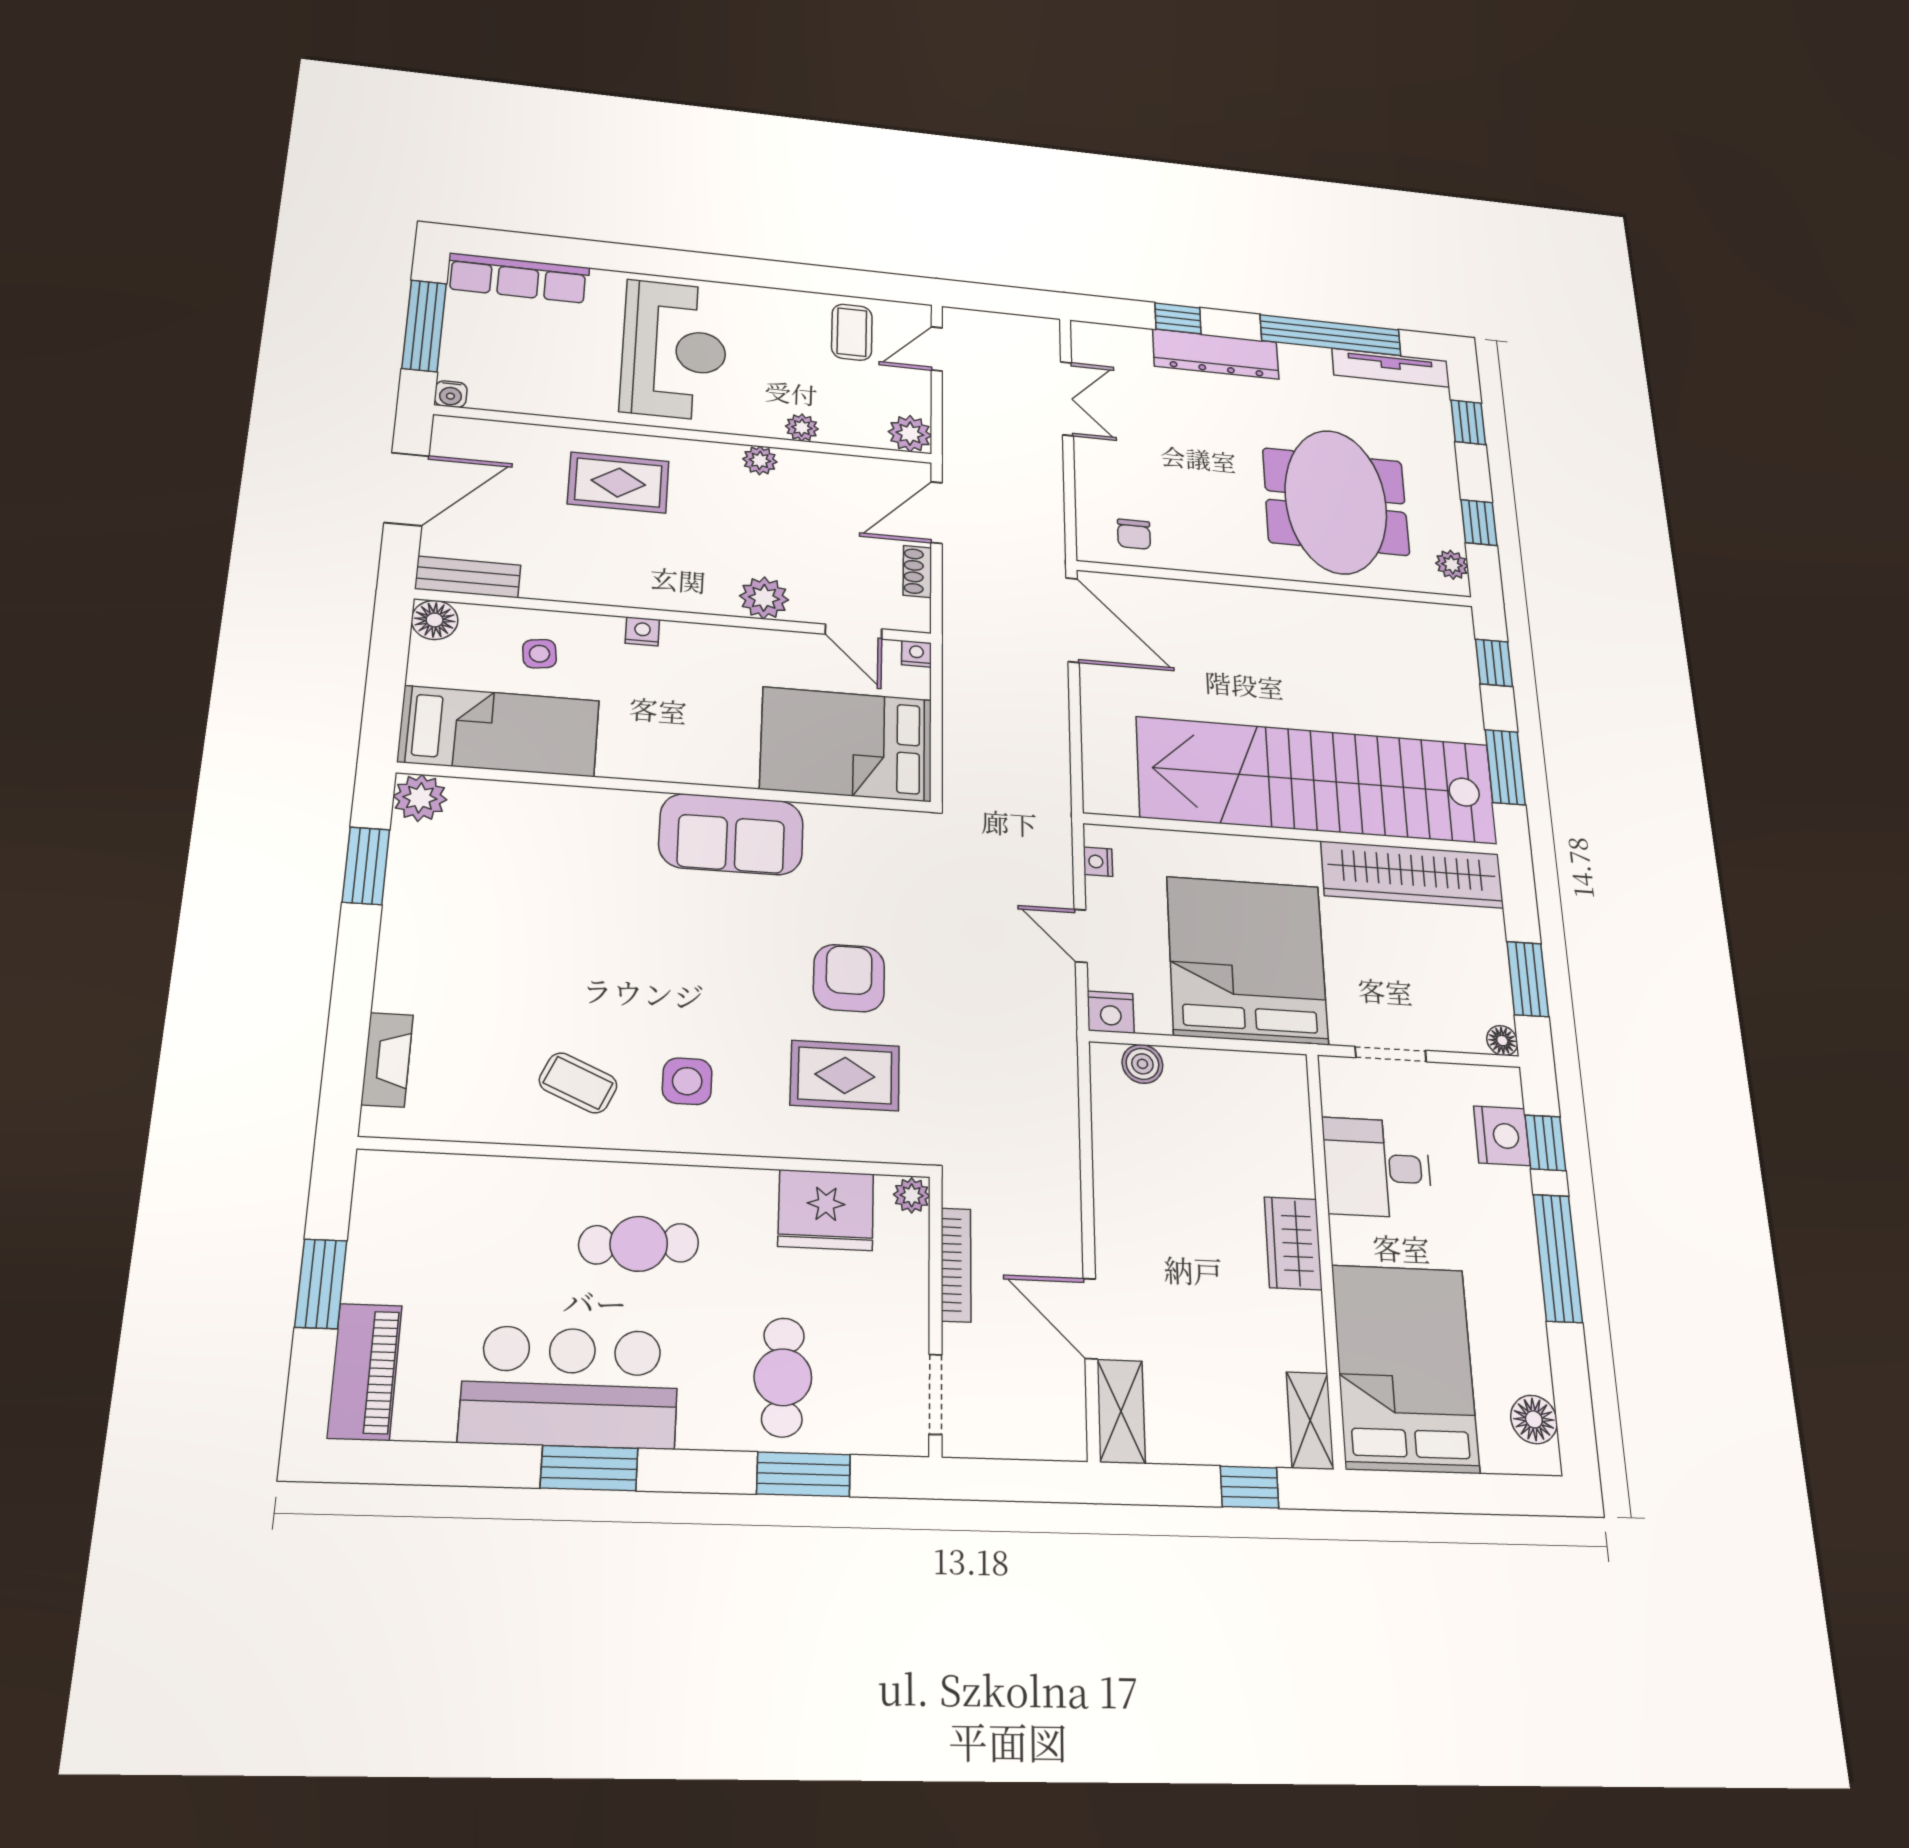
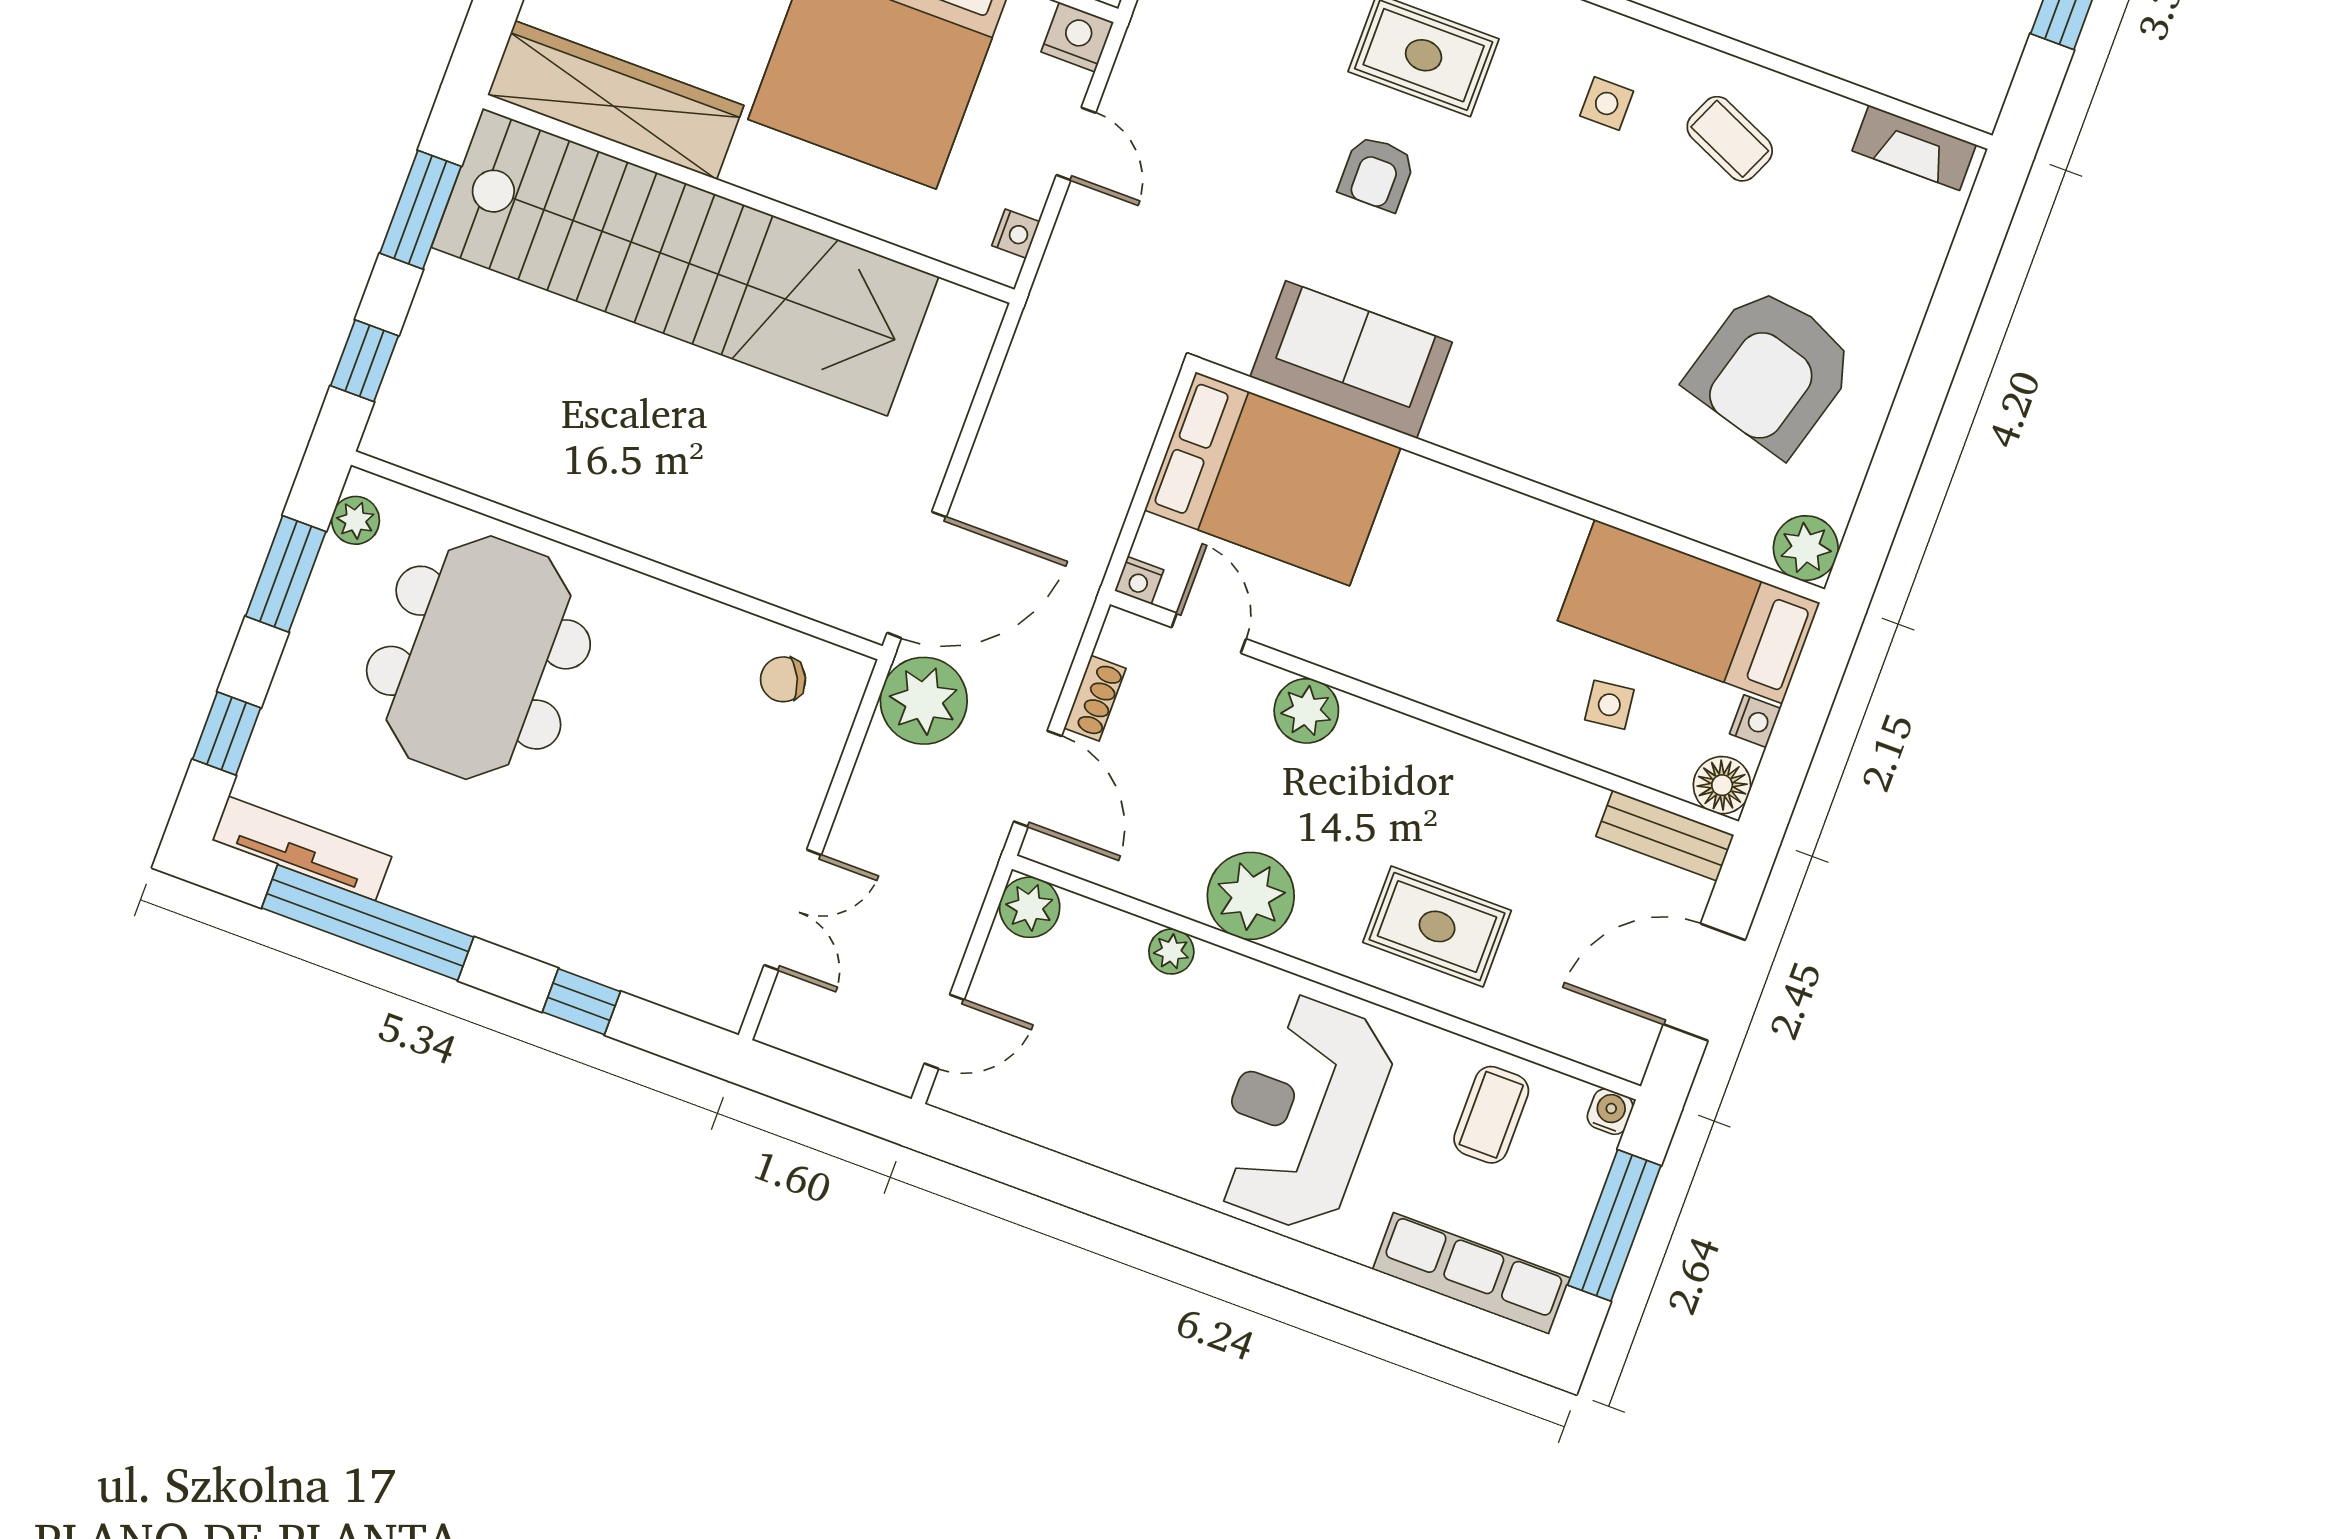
coffee table: (852, 332) -> (1491, 1115), moved
dresser: (1216, 354) -> (551, 931), removed
double door: (1067, 399) -> (793, 910), swing flipped
plant: (760, 460) -> (1251, 896), width x1.87, depth x1.87
door: (937, 513) -> (1038, 779), hinge flipped
window: (1479, 523) -> (286, 574), width x1.50
chair: (1134, 534) -> (783, 679), turned -115
plant: (1034, 543) -> (924, 701), added
door: (1073, 620) -> (917, 575), swing flipped
nightstand: (642, 631) -> (1755, 721), moved, turned -90
sofa: (731, 834) -> (1351, 360), moved
window: (366, 866) -> (1891, 477), removed
armchair: (488, 919) -> (1772, 370), added
armchair: (849, 978) -> (1377, 173), width x0.72, depth x0.72
fireplace: (387, 1060) -> (1914, 148), moved, turned -90
side table: (687, 1081) -> (1607, 103), width x0.73, depth x0.73

